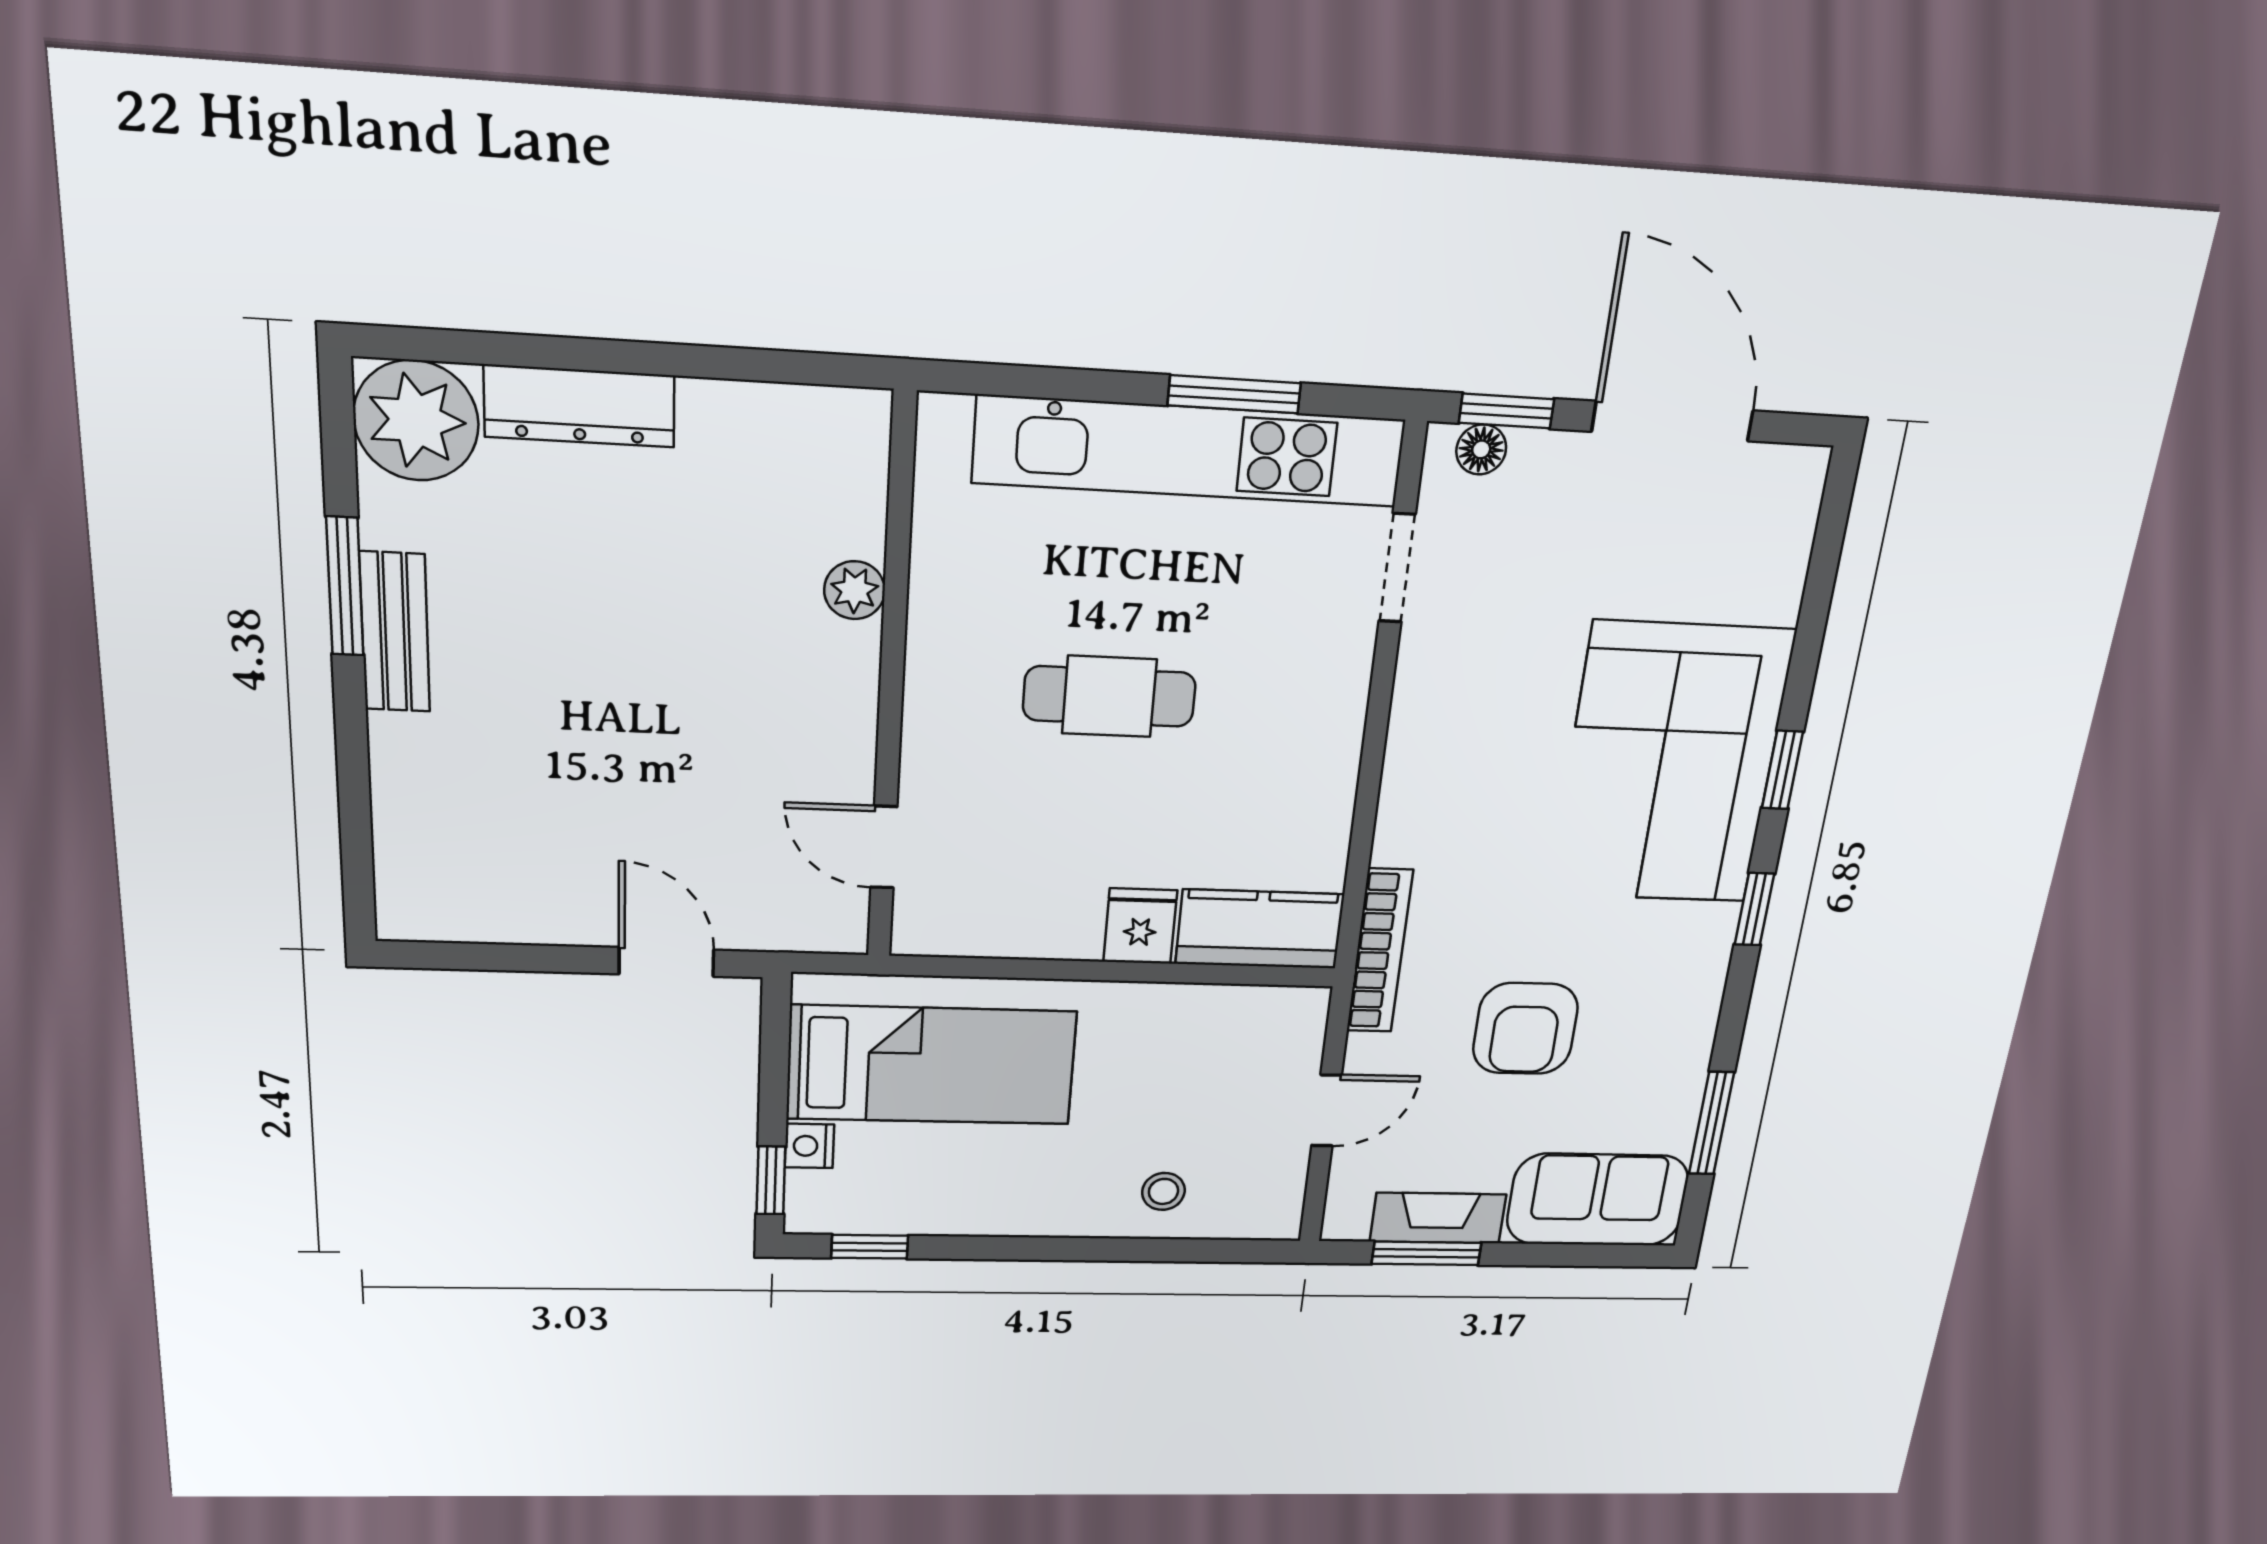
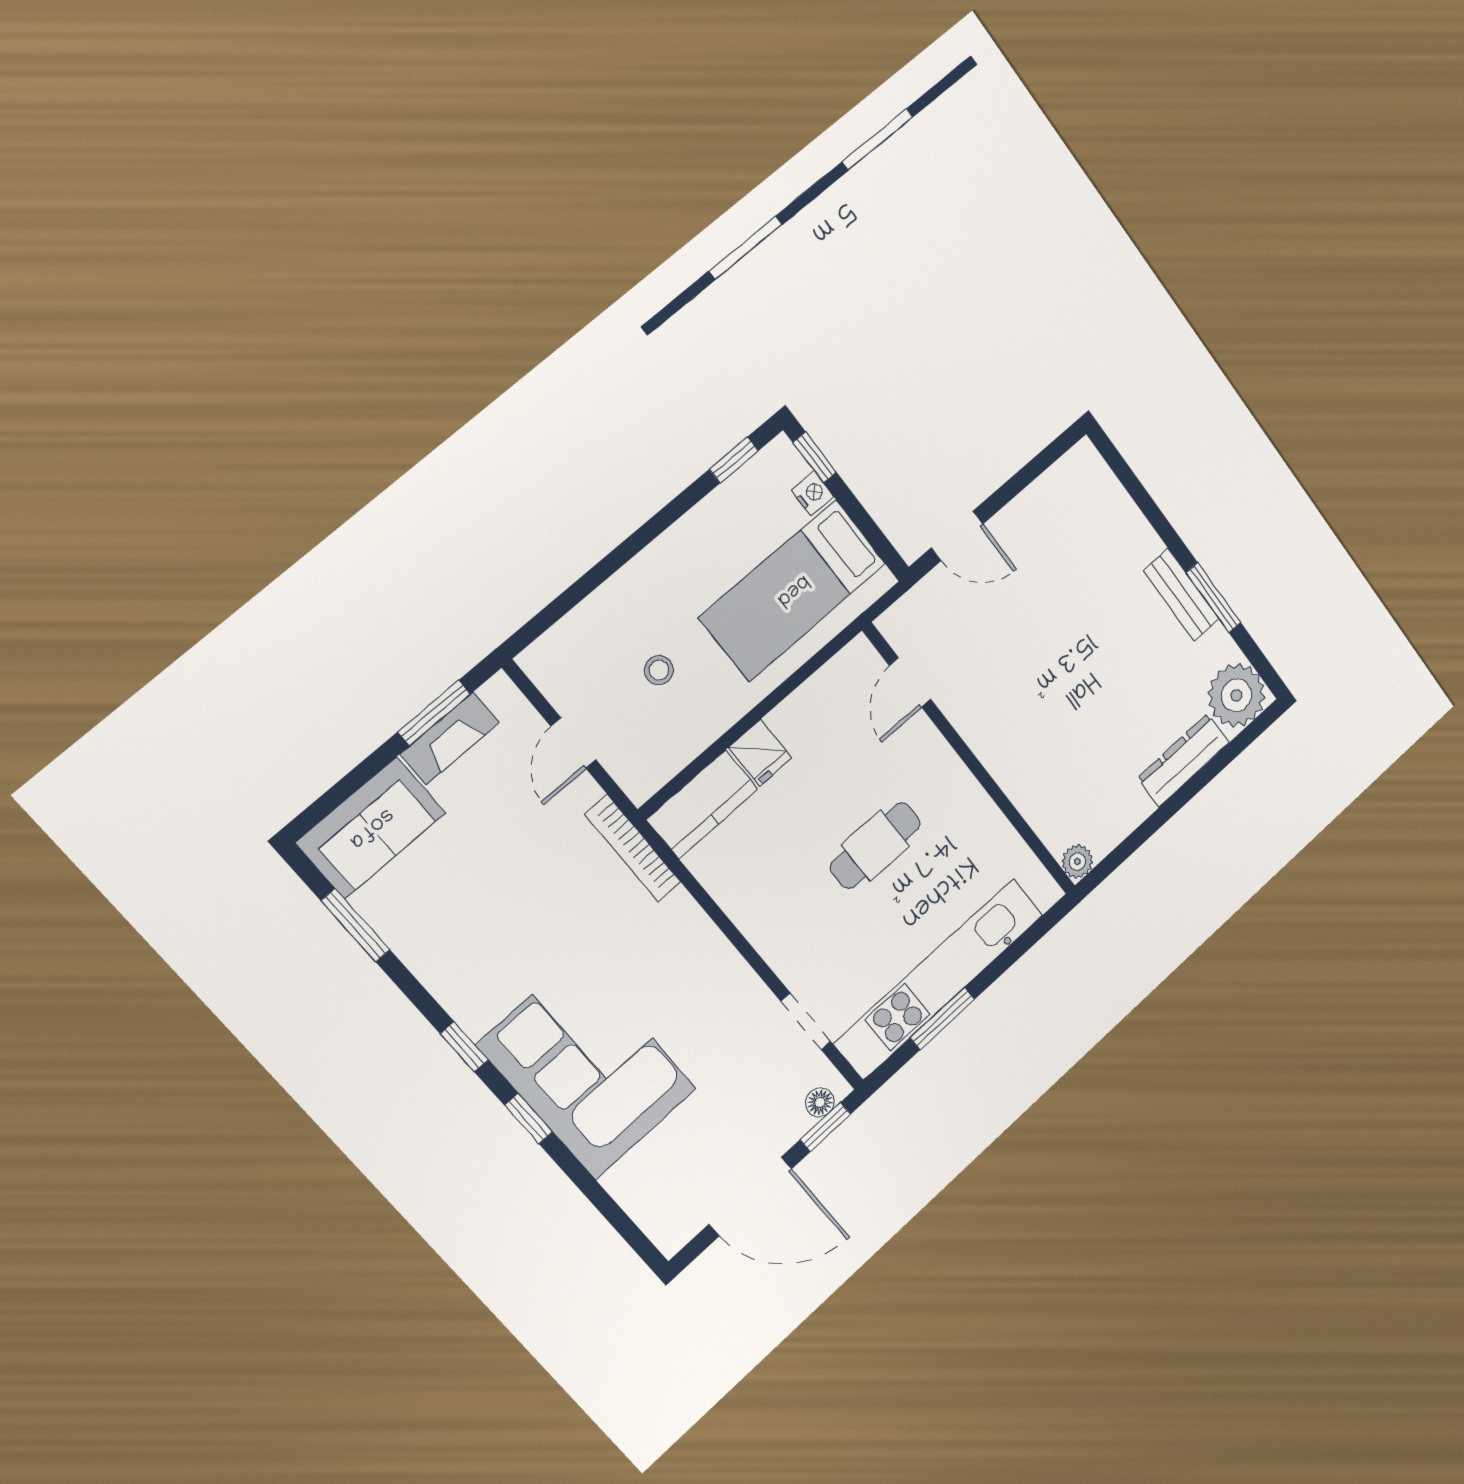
plant: (855, 590) -> (1077, 862), moved
door: (884, 847) -> (910, 682), swing flipped
armchair: (1525, 1029) -> (516, 879), removed
stool: (1163, 1191) -> (659, 670), moved

